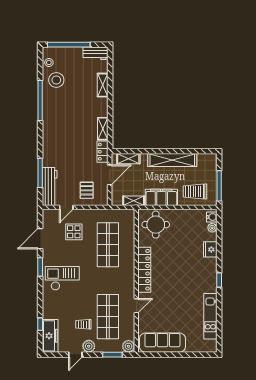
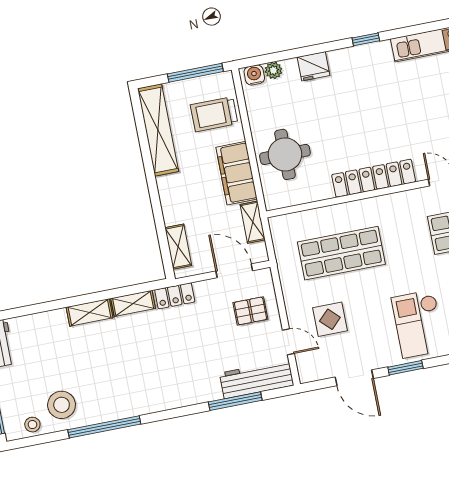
shelving: (103, 85) -> (89, 312), moved
shelving: (172, 160) -> (158, 130), moved
door: (110, 175) -> (234, 271), moved
trolley: (195, 192) -> (214, 114), turned 90
round table: (156, 225) -> (285, 154), moved

